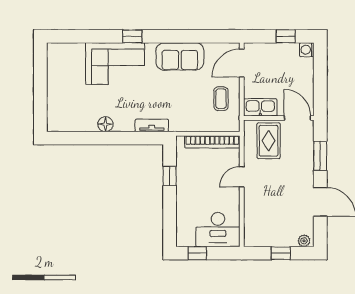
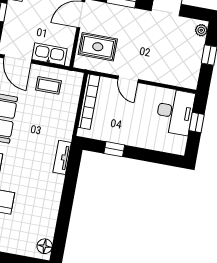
kitchen sink: (260, 107) -> (49, 54), moved, turned 90
floor lamp: (105, 124) -> (45, 246), moved
window: (197, 253) -> (197, 122), moved

